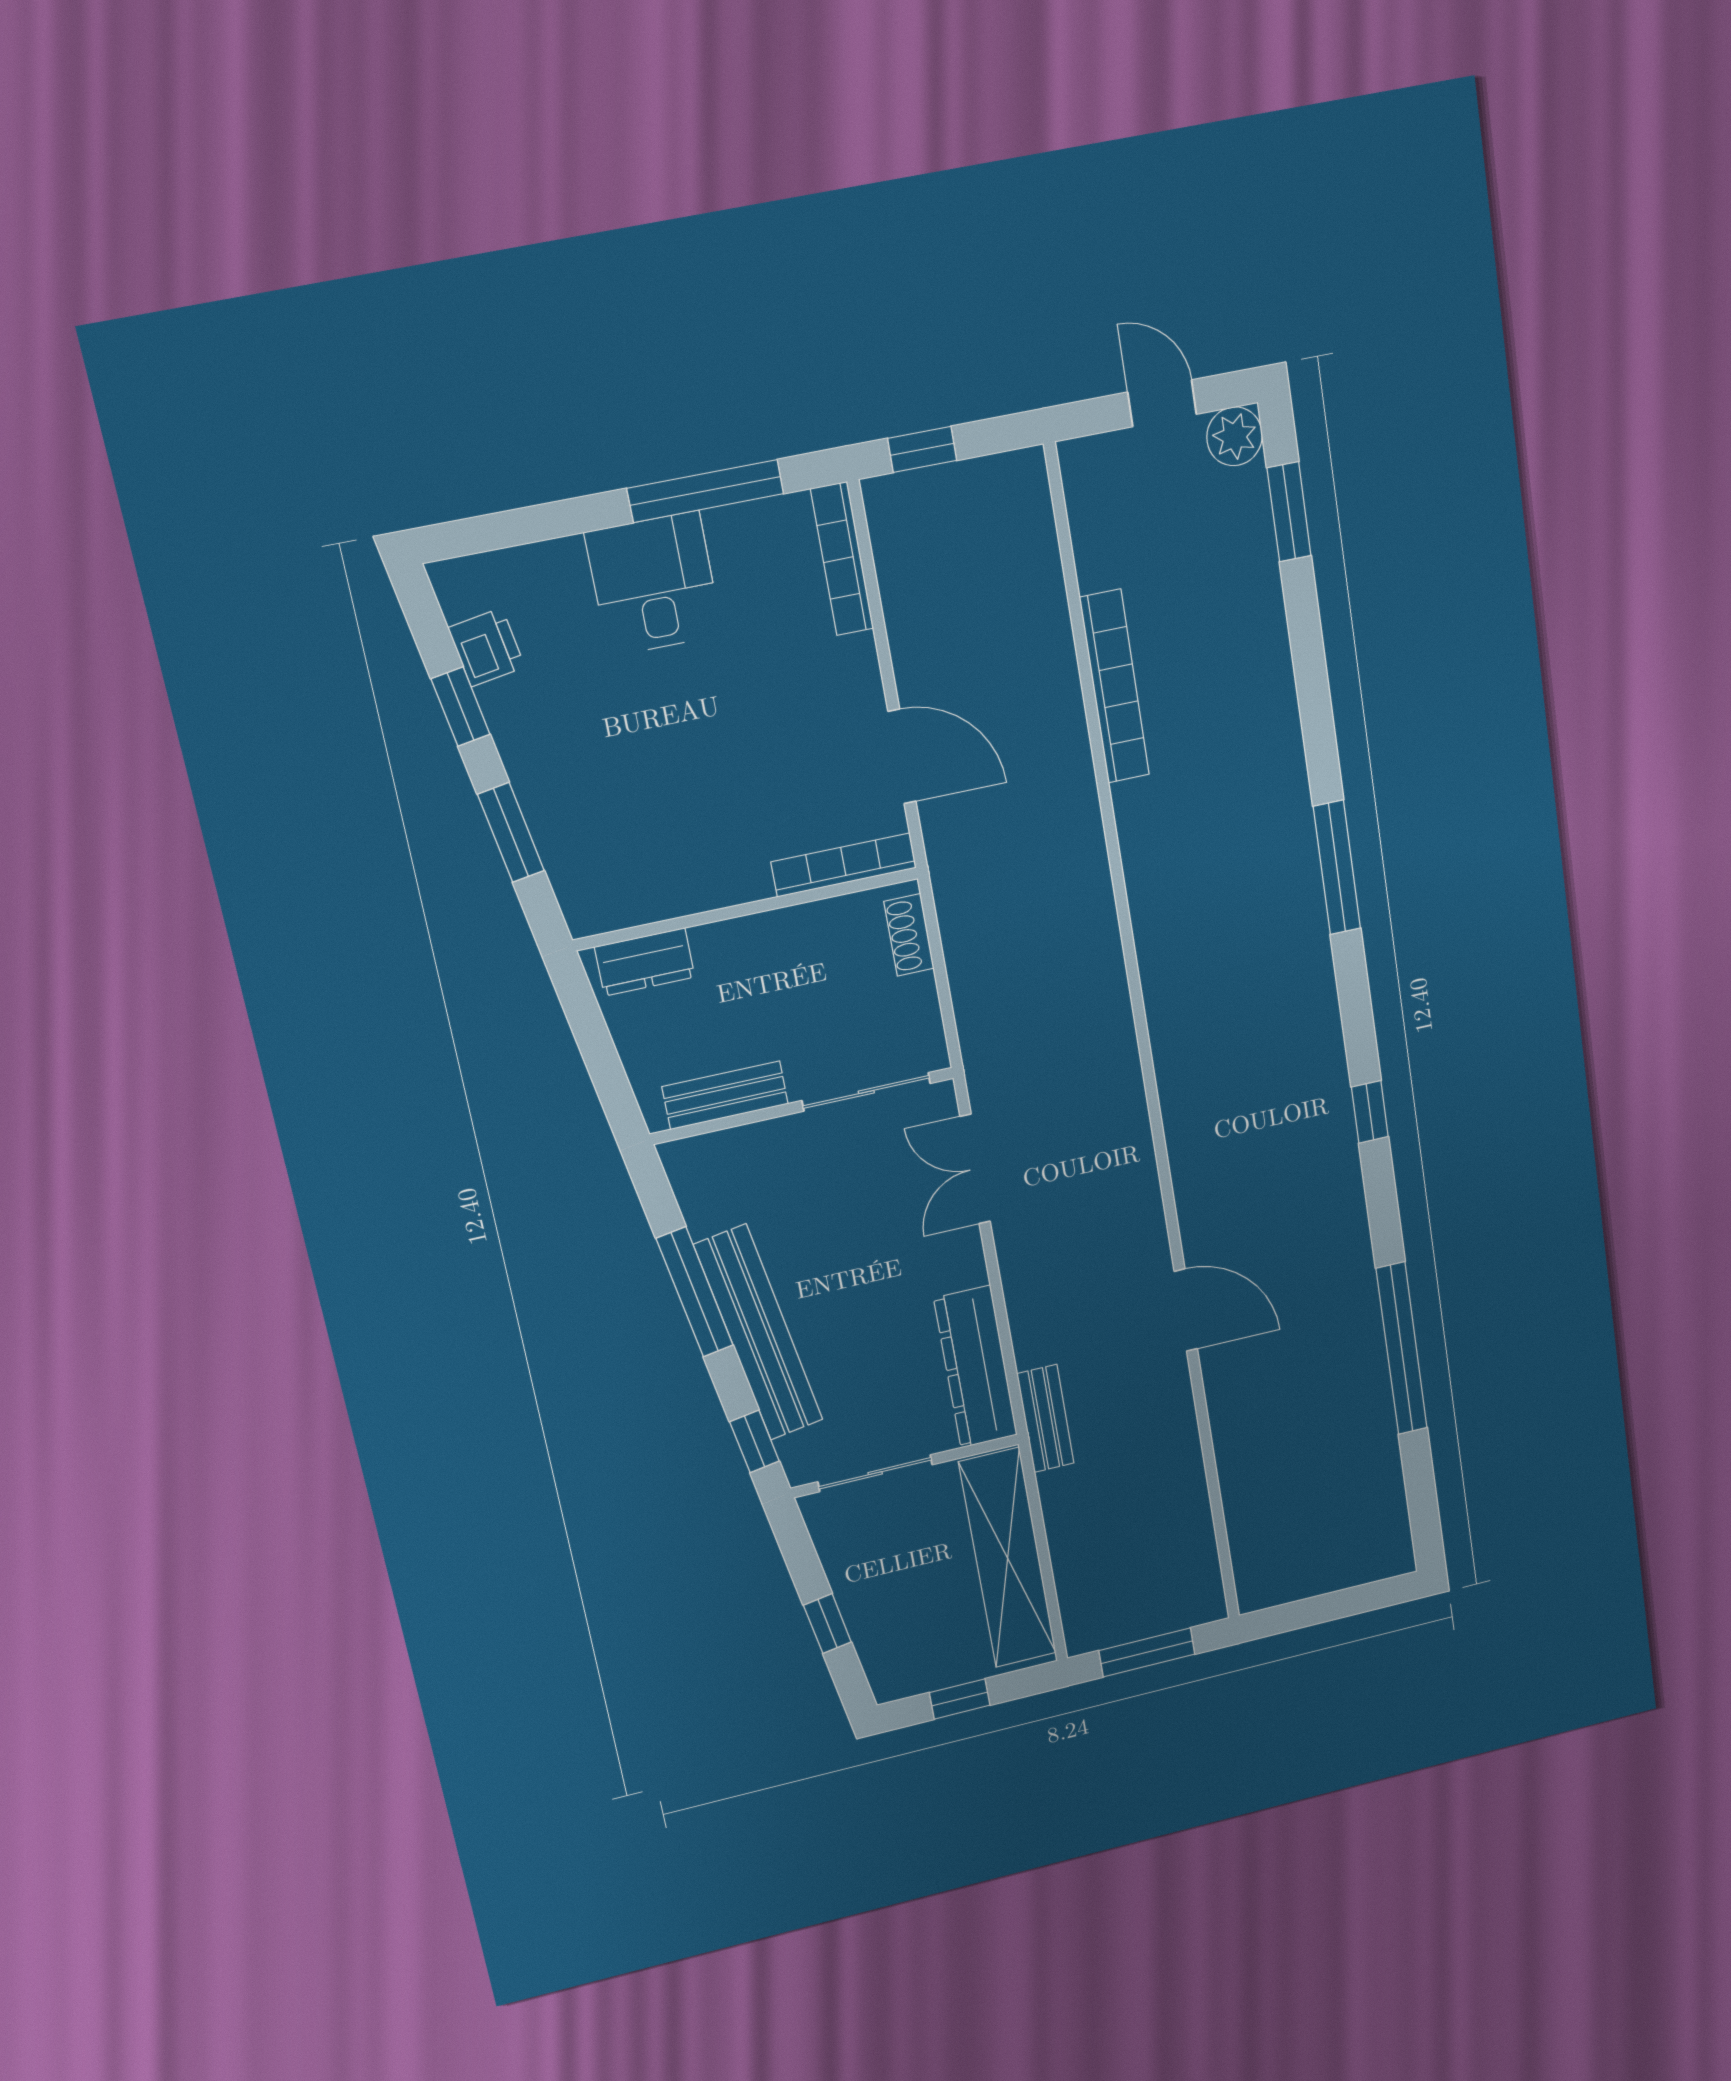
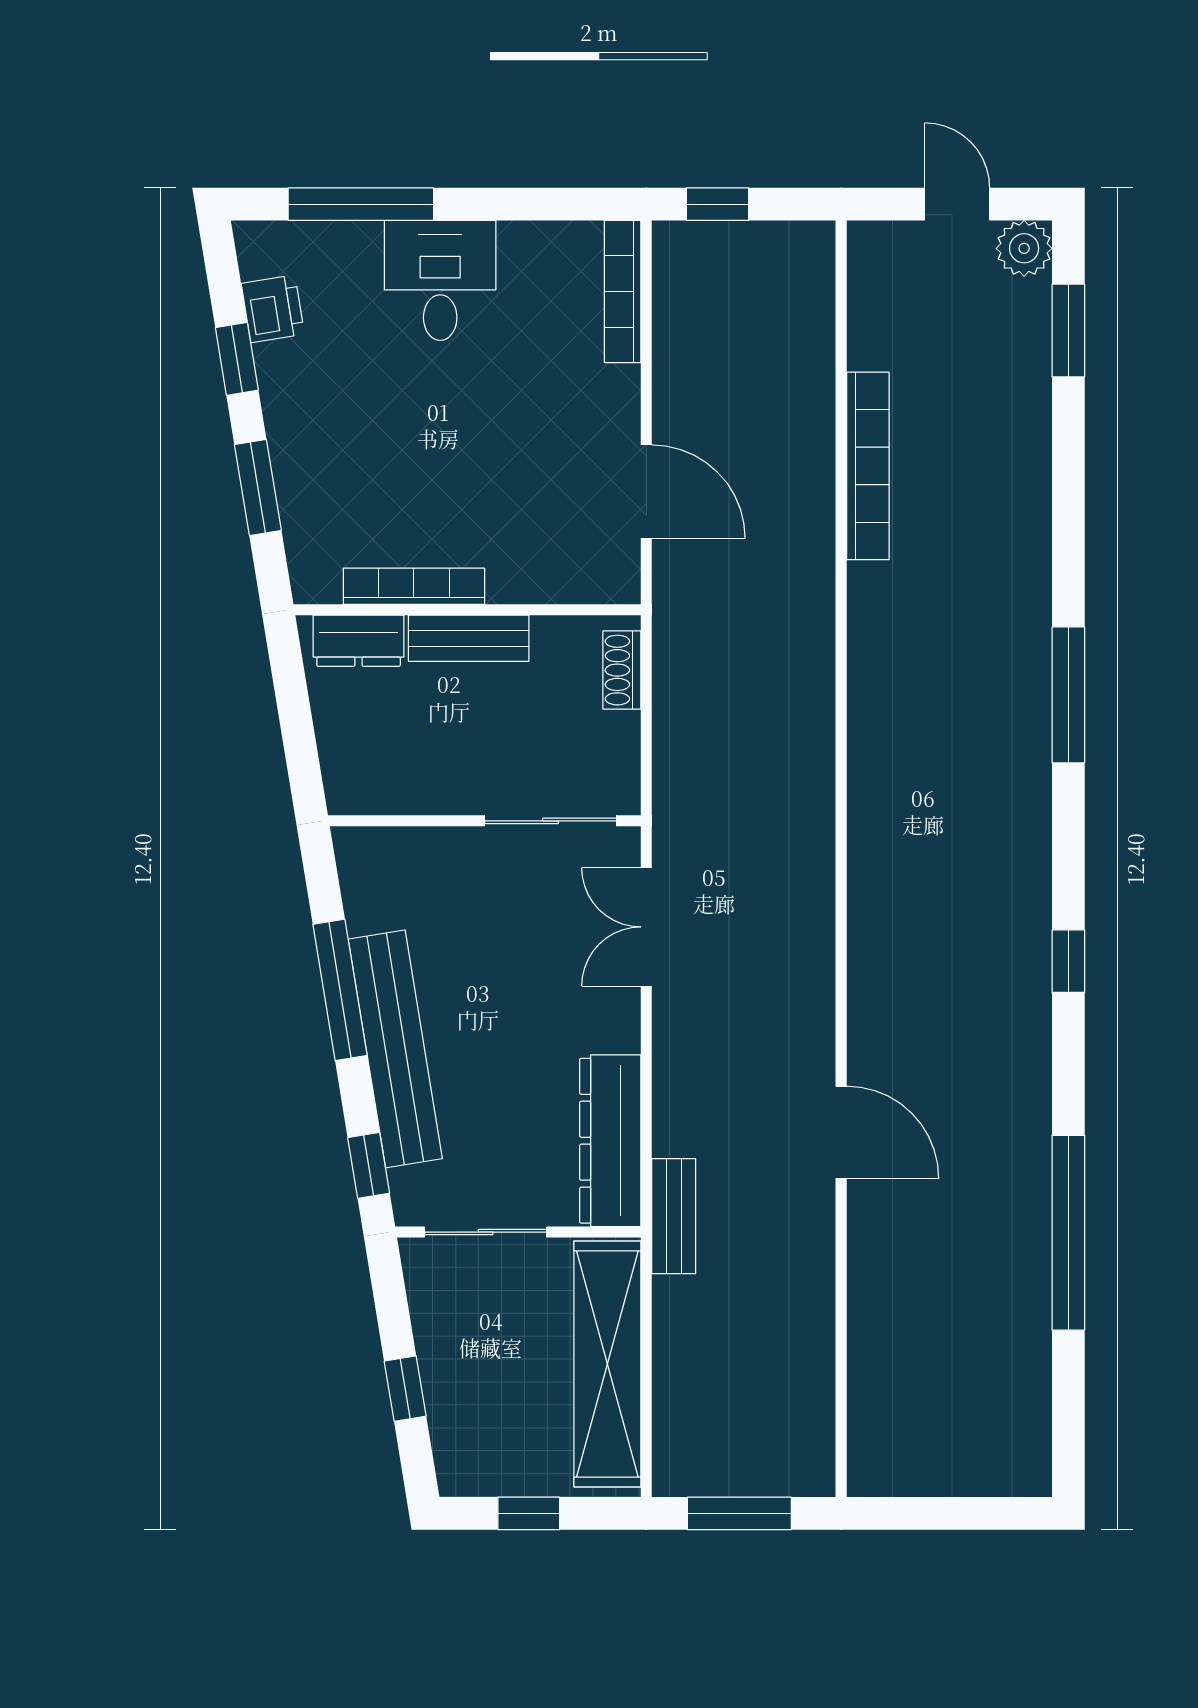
window: (705, 491) -> (361, 204), moved
bookcase: (844, 865) -> (414, 586), moved
bench: (725, 1095) -> (469, 638), moved

